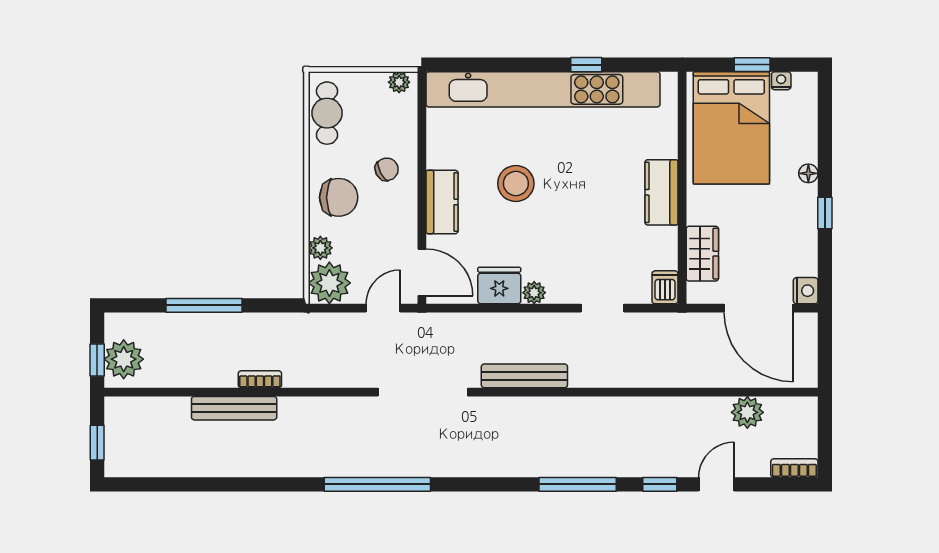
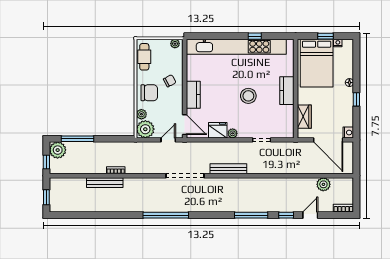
stool: (516, 183) -> (248, 96), moved
dishwasher: (665, 287) -> (288, 131), removed
window: (204, 305) -> (78, 139), moved
plant: (124, 359) -> (58, 150), moved

